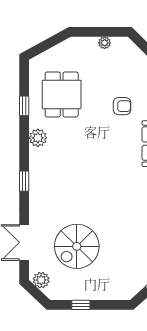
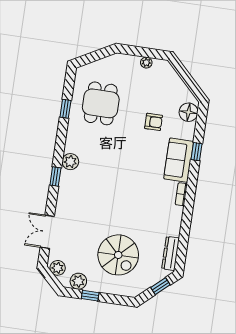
plant: (38, 138) -> (70, 162), moved
spiral stairs: (77, 246) -> (118, 255), moved, turned -90
plant: (66, 291) -> (78, 281), added

